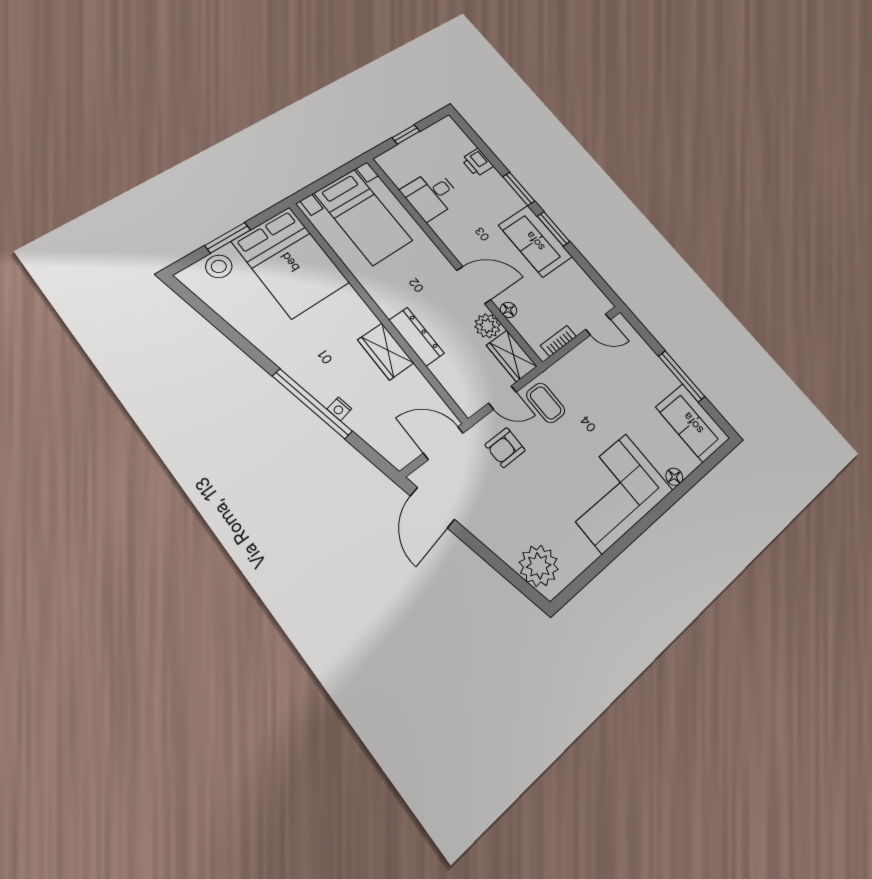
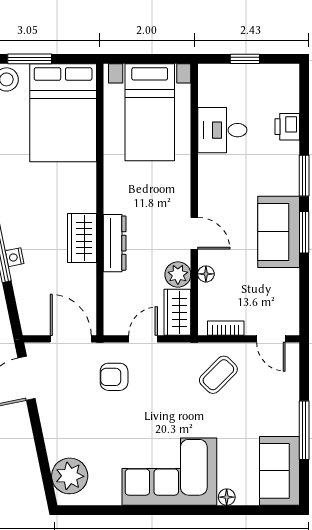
door: (474, 285) -> (194, 233), width x0.73
door: (502, 398) -> (143, 339), swing flipped
coffee table: (546, 403) -> (218, 375), moved, turned 45

